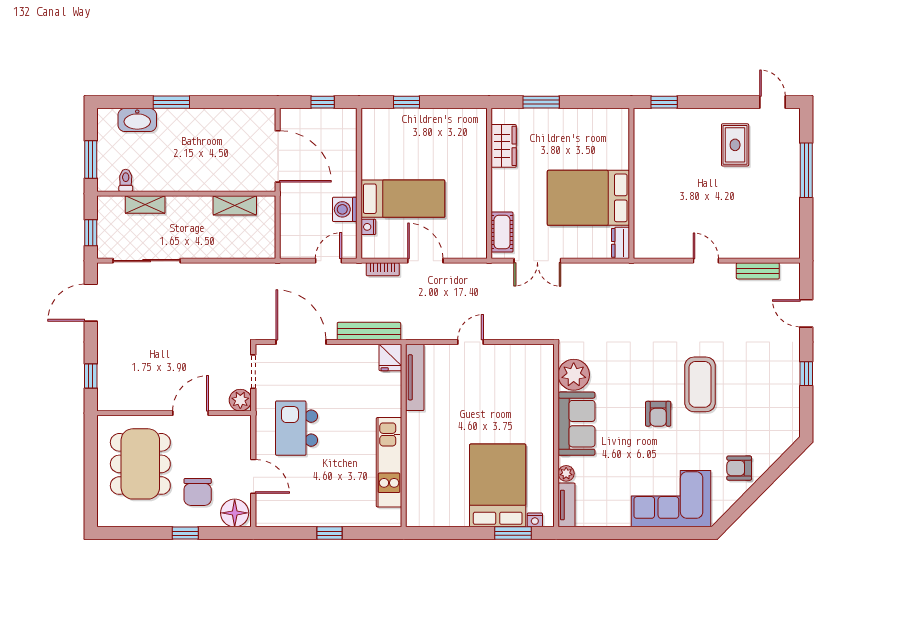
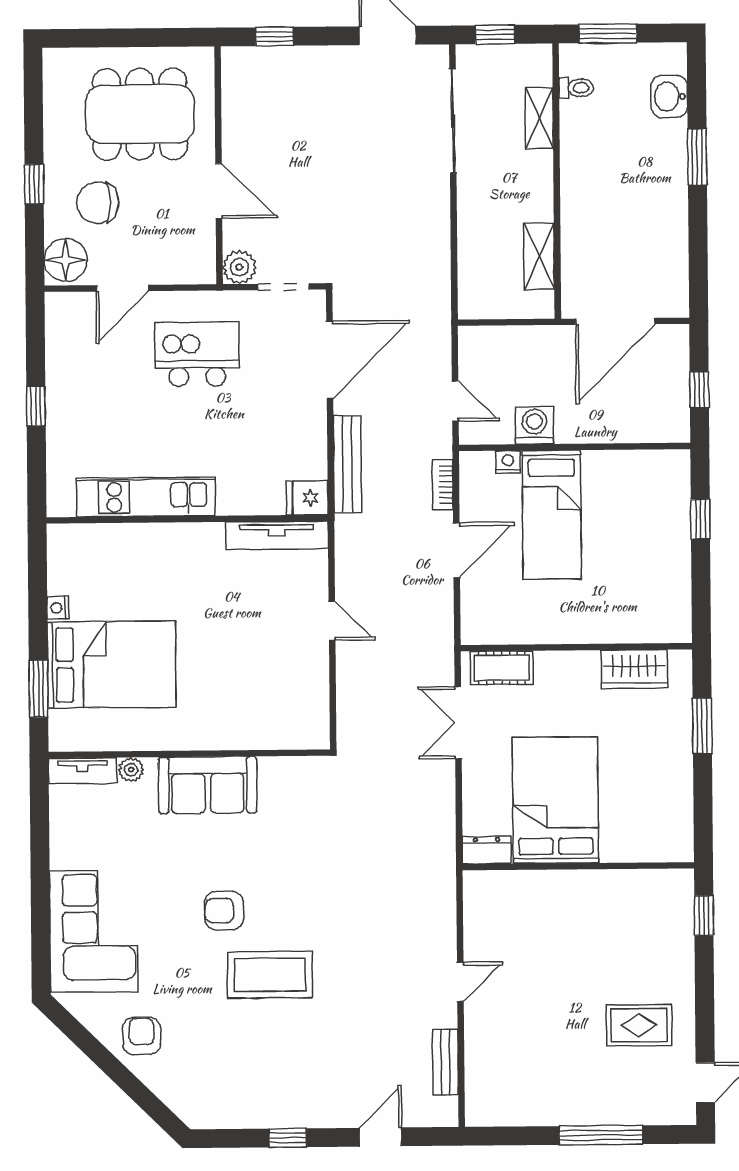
washbasin: (137, 120) -> (669, 97), width x0.72
plant: (574, 375) -> (283, 780), removed
nightstand: (535, 520) -> (58, 608), moved

